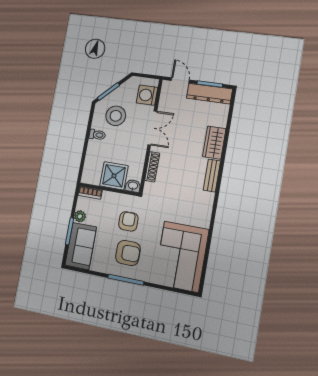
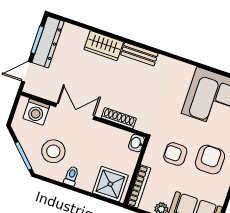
shower: (114, 176) -> (110, 184), moved
bookcase: (90, 193) -> (139, 186), width x1.56

